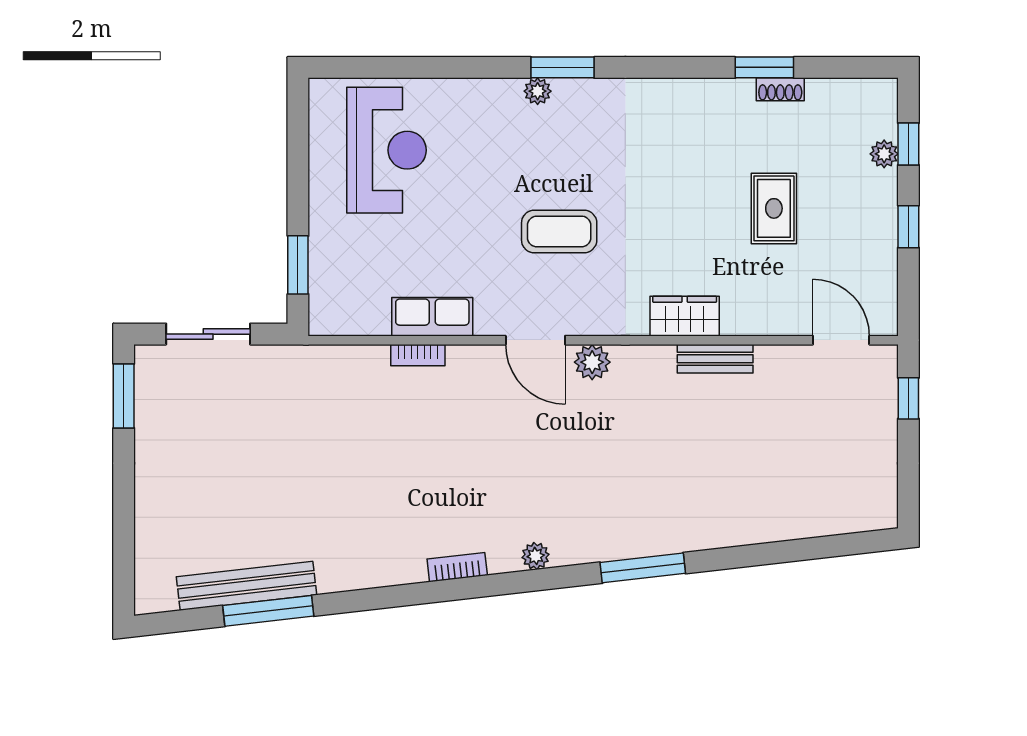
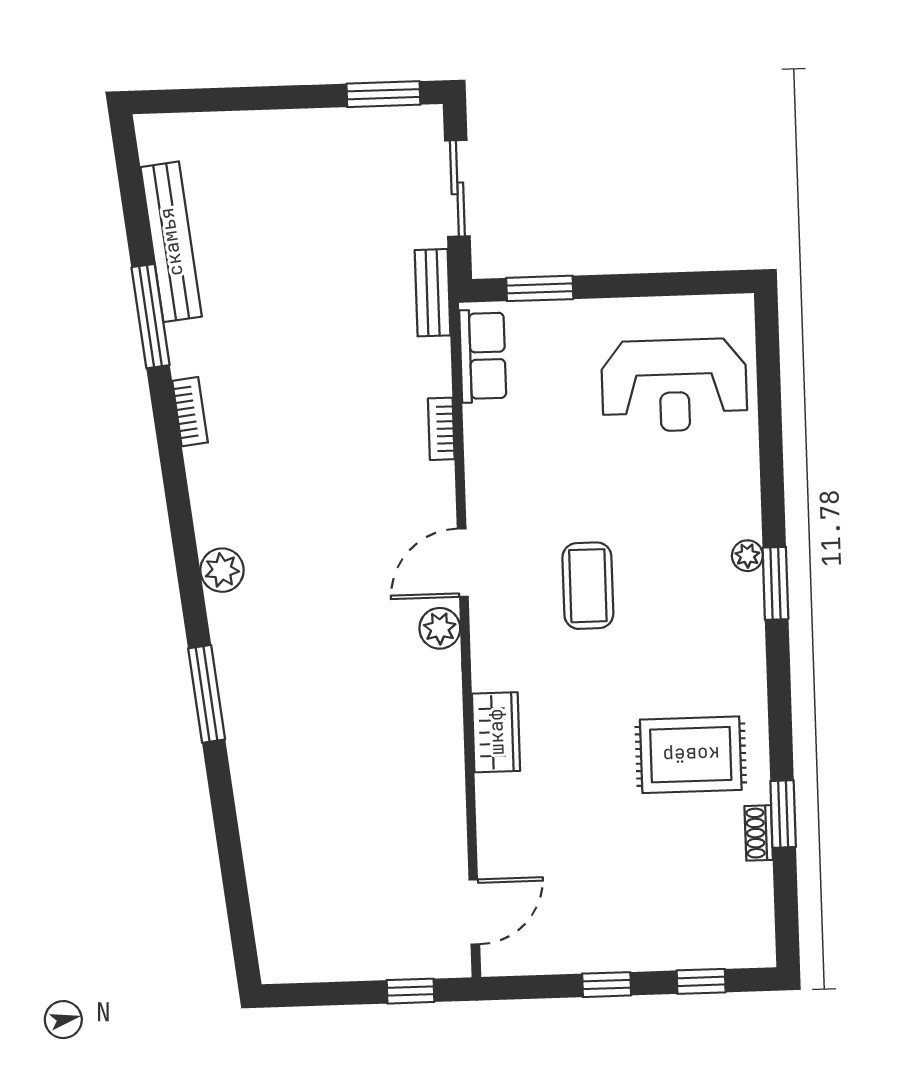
plant: (884, 154) -> (689, 954), removed
rug: (774, 208) -> (691, 755), moved, width x1.36, depth x1.43
row of seats: (432, 317) -> (483, 356), moved
bench: (715, 359) -> (433, 293), moved
plant: (536, 556) -> (222, 570), width x1.38, depth x1.38
bookcase: (457, 567) -> (190, 412), moved
window: (268, 611) -> (151, 316), moved

